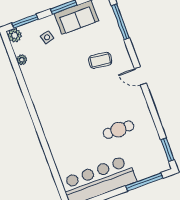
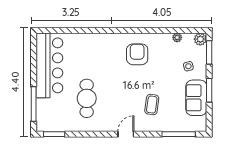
armchair: (54, 94) -> (137, 54), added
cafe table: (118, 130) -> (87, 98), width x1.37, depth x1.35

